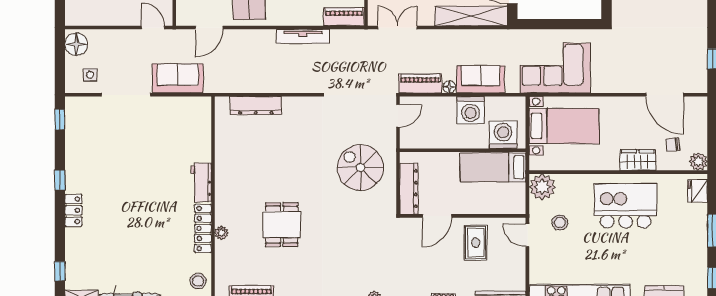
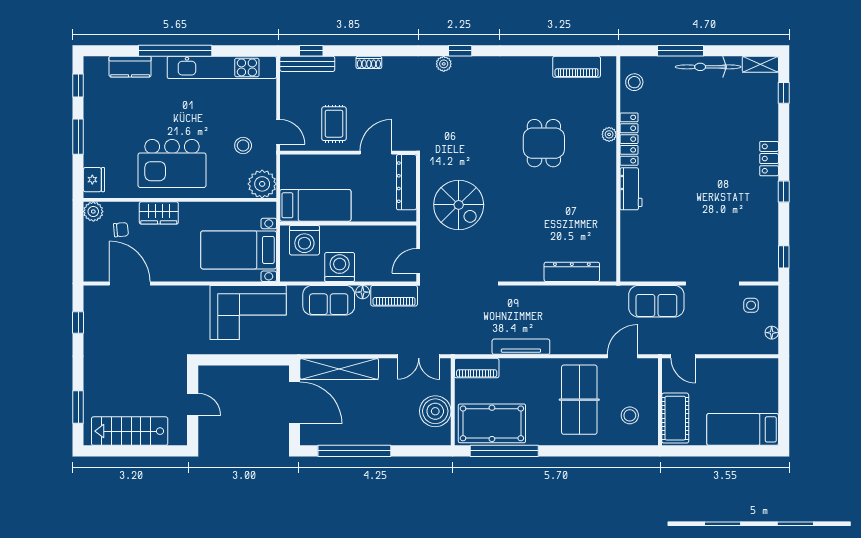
floor lamp: (76, 44) -> (772, 333), width x0.53, depth x0.53

